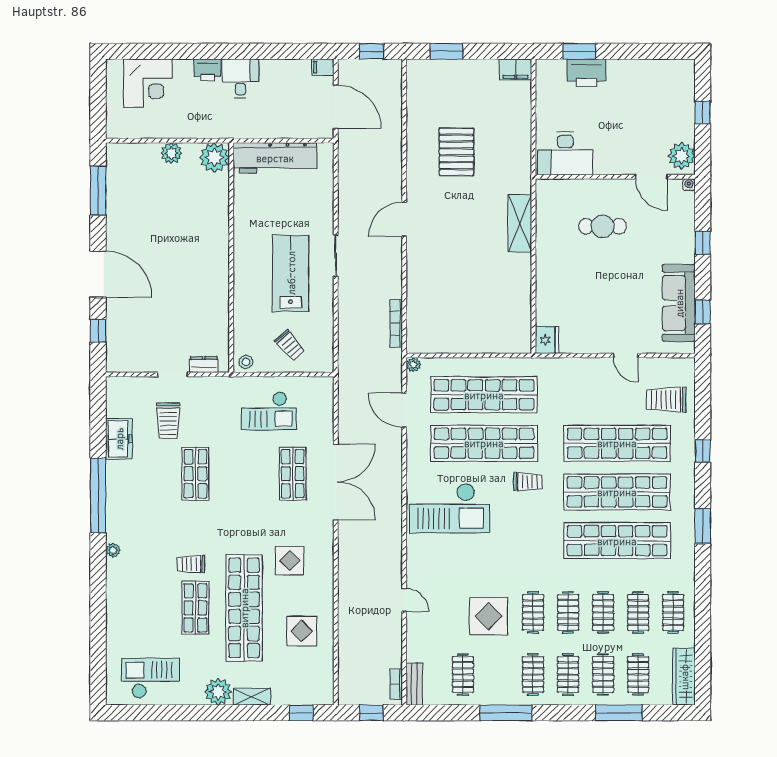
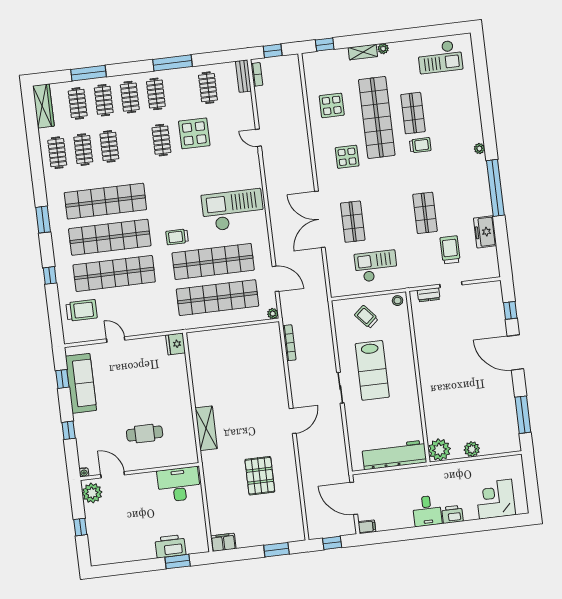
clothes rail: (568, 612) -> (135, 143), removed
plant: (218, 692) -> (383, 49), width x0.53, depth x0.53

